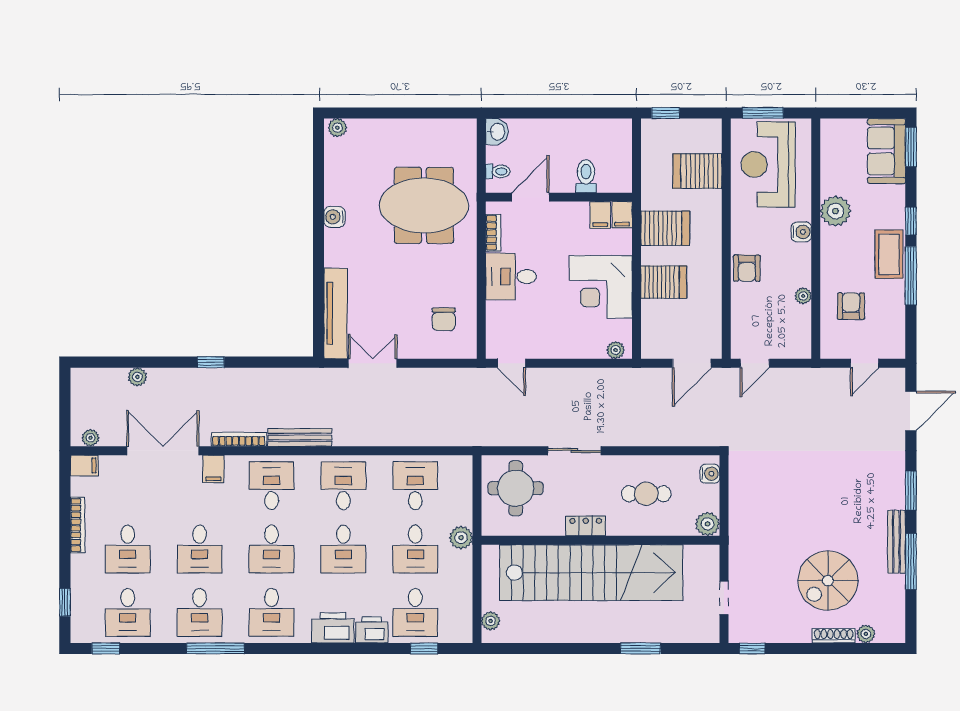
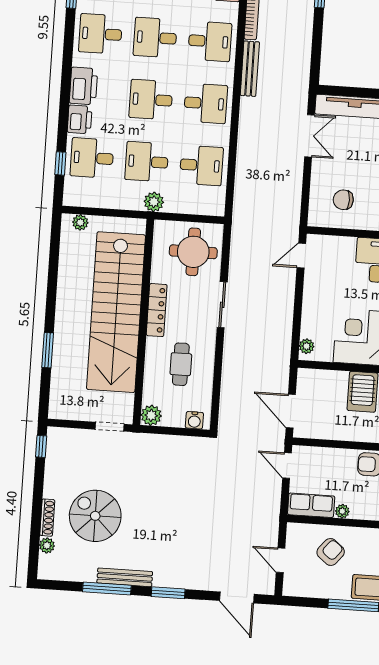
armchair: (851, 306) -> (331, 552), turned -51
row of seats: (799, 332) -> (311, 505), added
locker: (586, 526) -> (157, 310), width x1.53
doorway: (724, 598) -> (109, 427), moved

